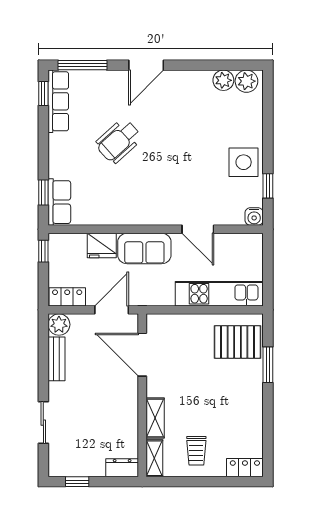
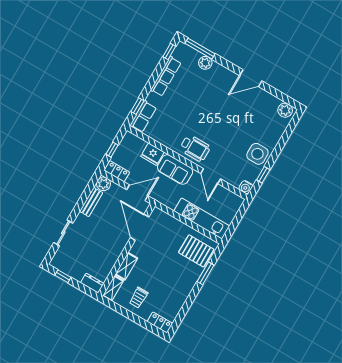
door: (146, 65) -> (251, 78), moved
plant: (223, 80) -> (205, 63), moved
row of seats: (58, 101) -> (166, 76), moved
wheelchair: (119, 141) -> (195, 148), moved, turned -138
window: (43, 251) -> (112, 150), moved

